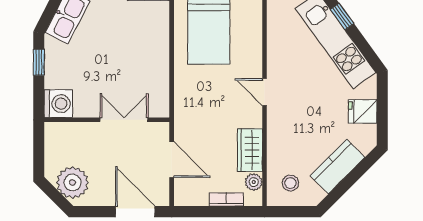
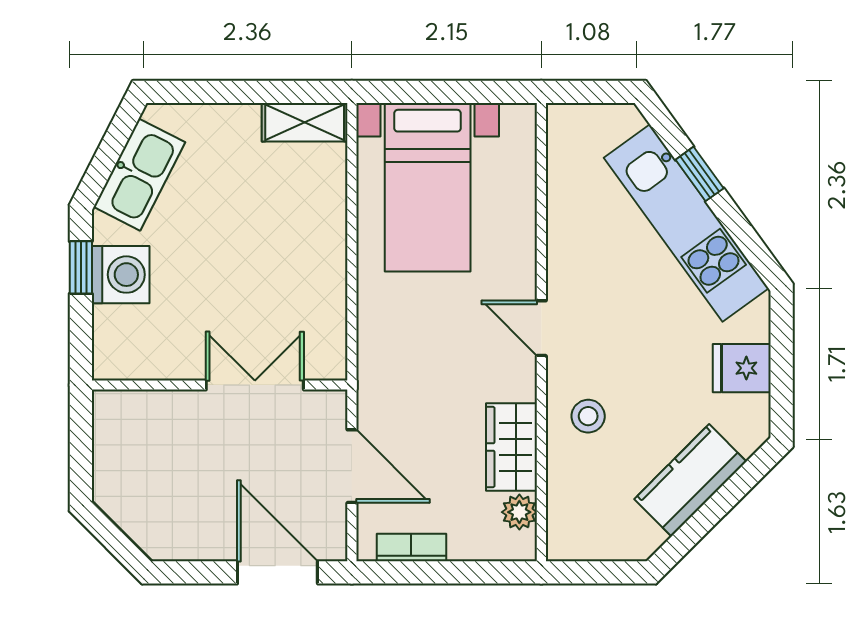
washing machine: (58, 104) -> (121, 275), moved
plant: (73, 182) -> (150, 513), removed
stool: (290, 183) -> (588, 416), moved
bookcase: (226, 199) -> (411, 547), moved

